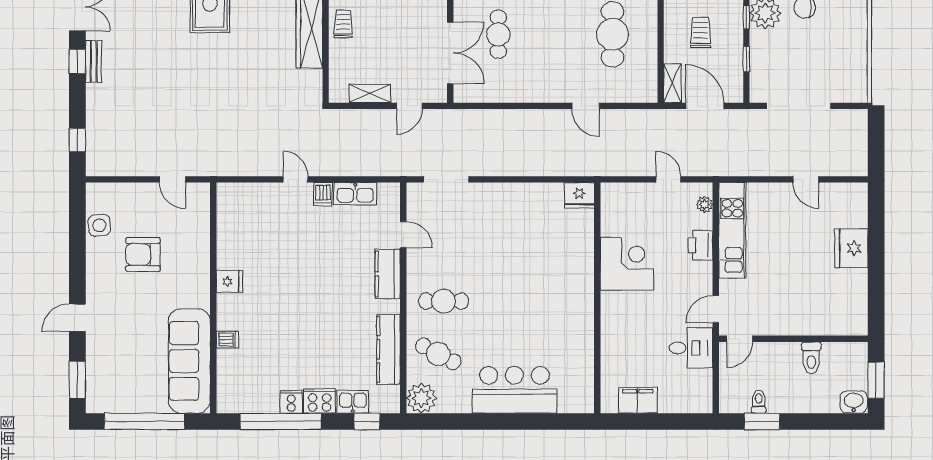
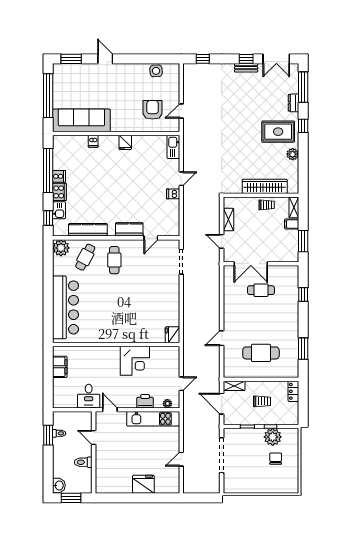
door: (705, 106) -> (222, 404), swing flipped
kitchen sink: (355, 194) -> (173, 147), moved
armchair: (143, 255) -> (153, 110), moved
door: (740, 339) -> (94, 437), moved
bar counter: (514, 390) -> (66, 307), width x1.36

